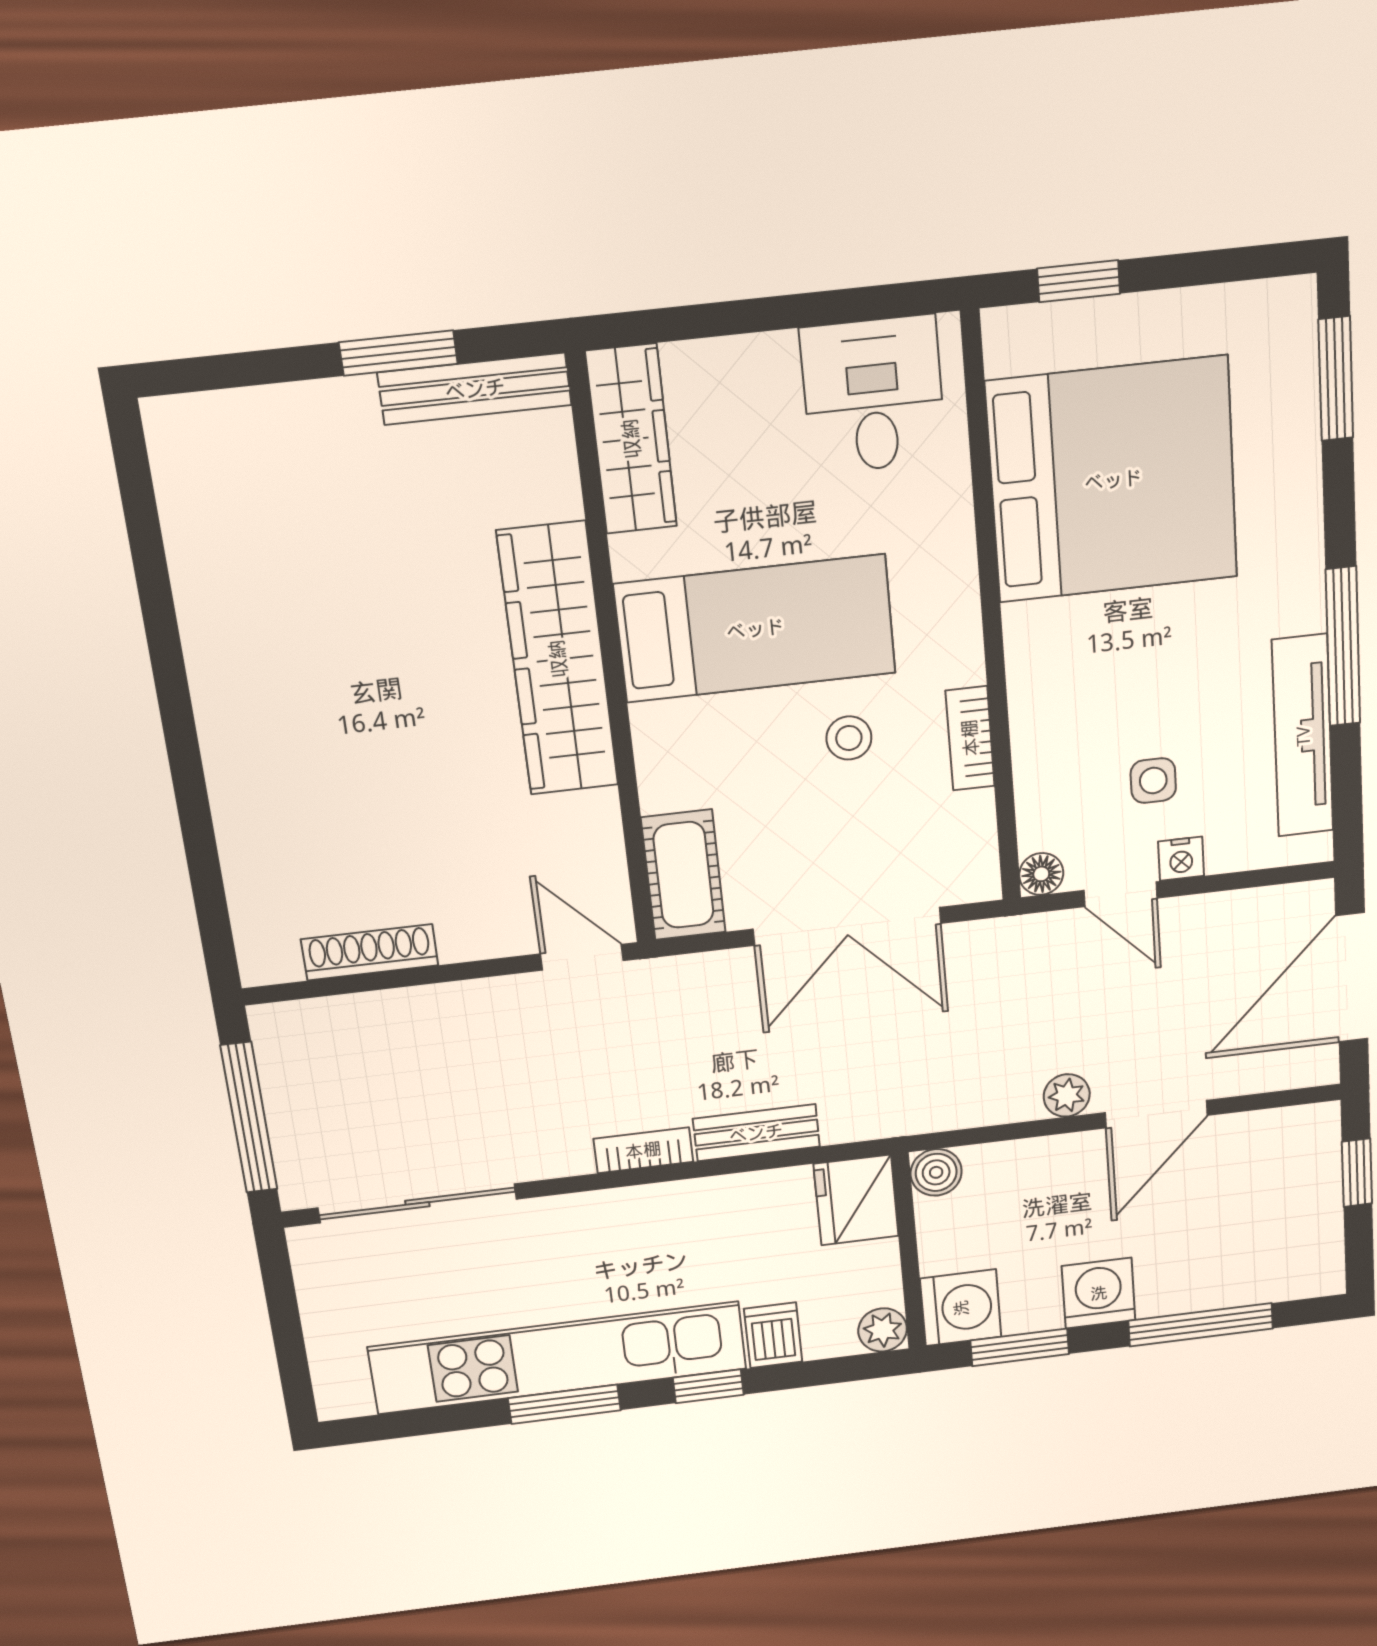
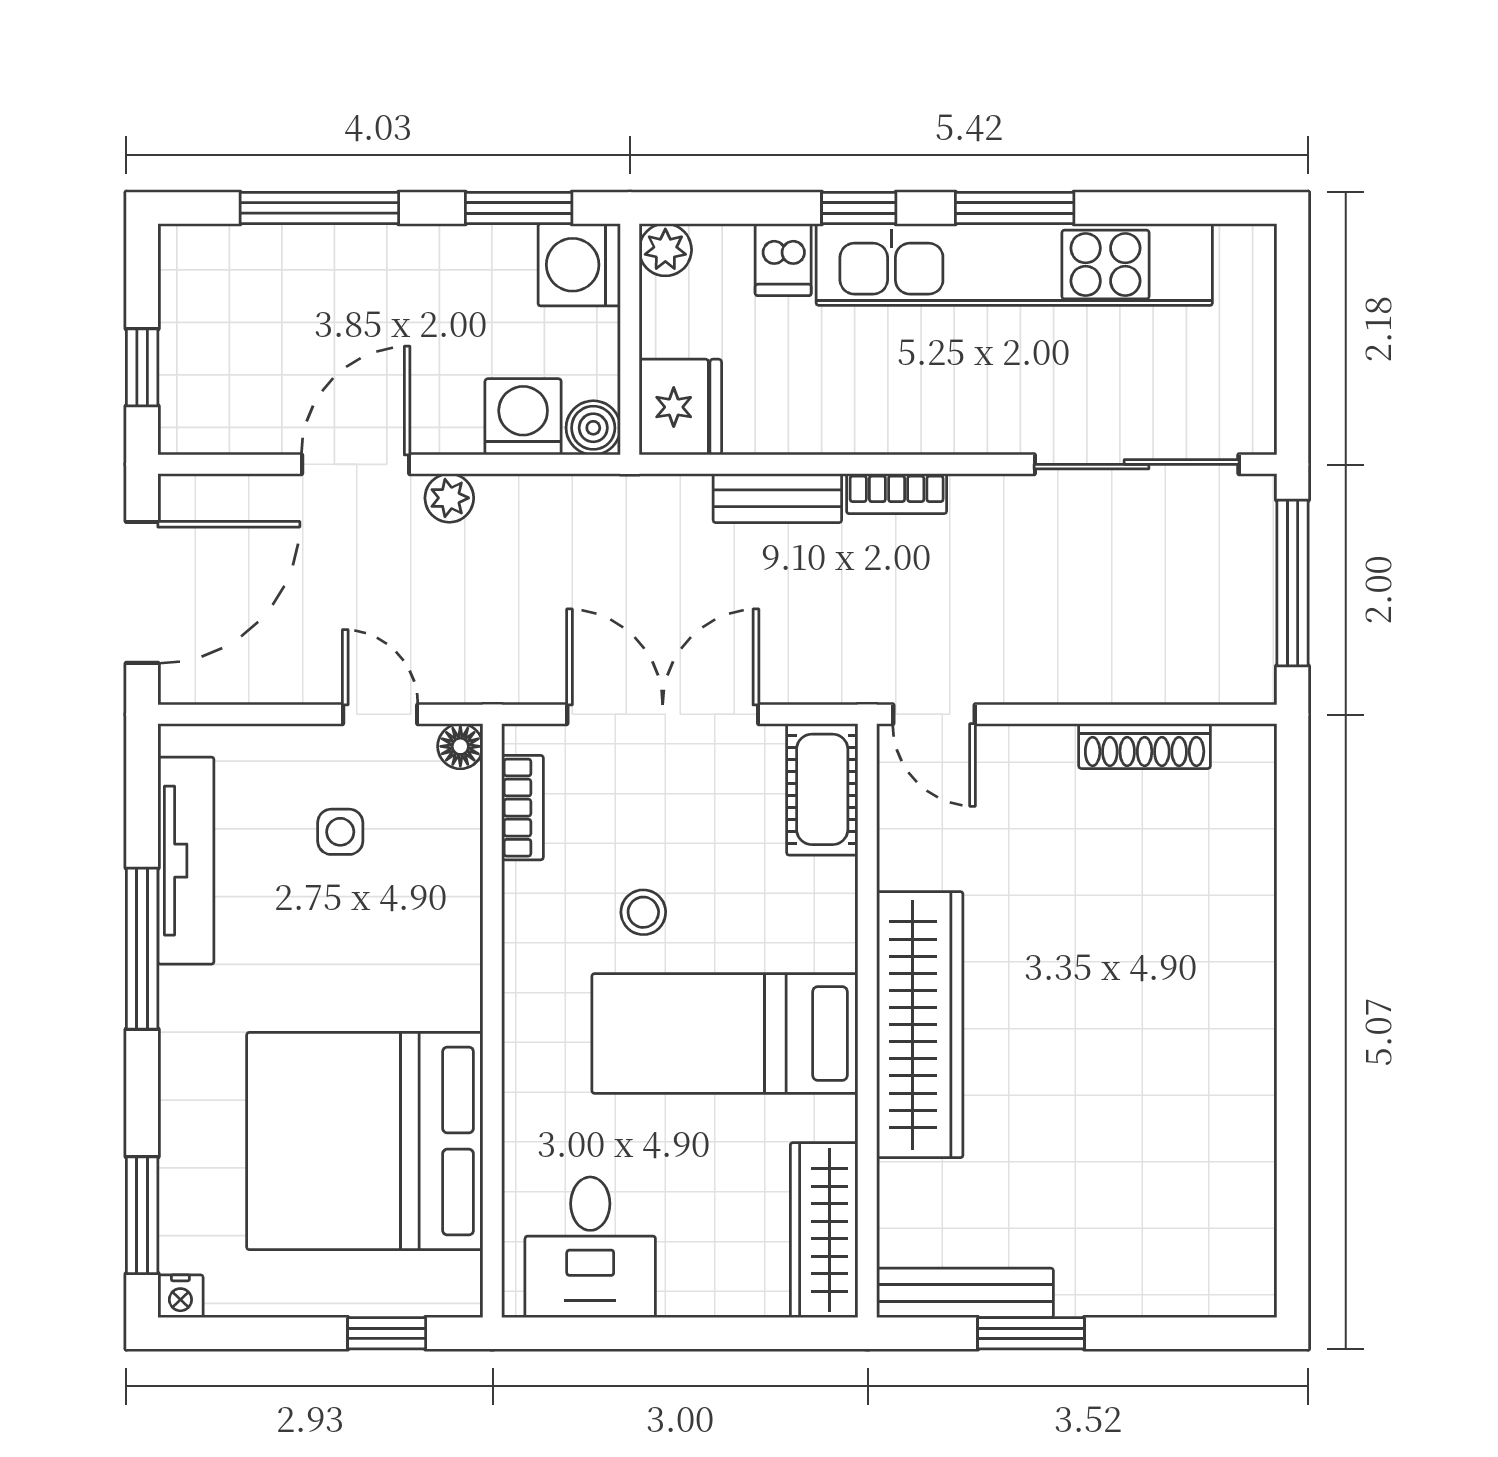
bookcase: (970, 738) -> (522, 808), moved
nightstand: (1181, 859) -> (180, 1296), moved, turned 180
washing machine: (1099, 1293) -> (523, 417), moved, turned 180

